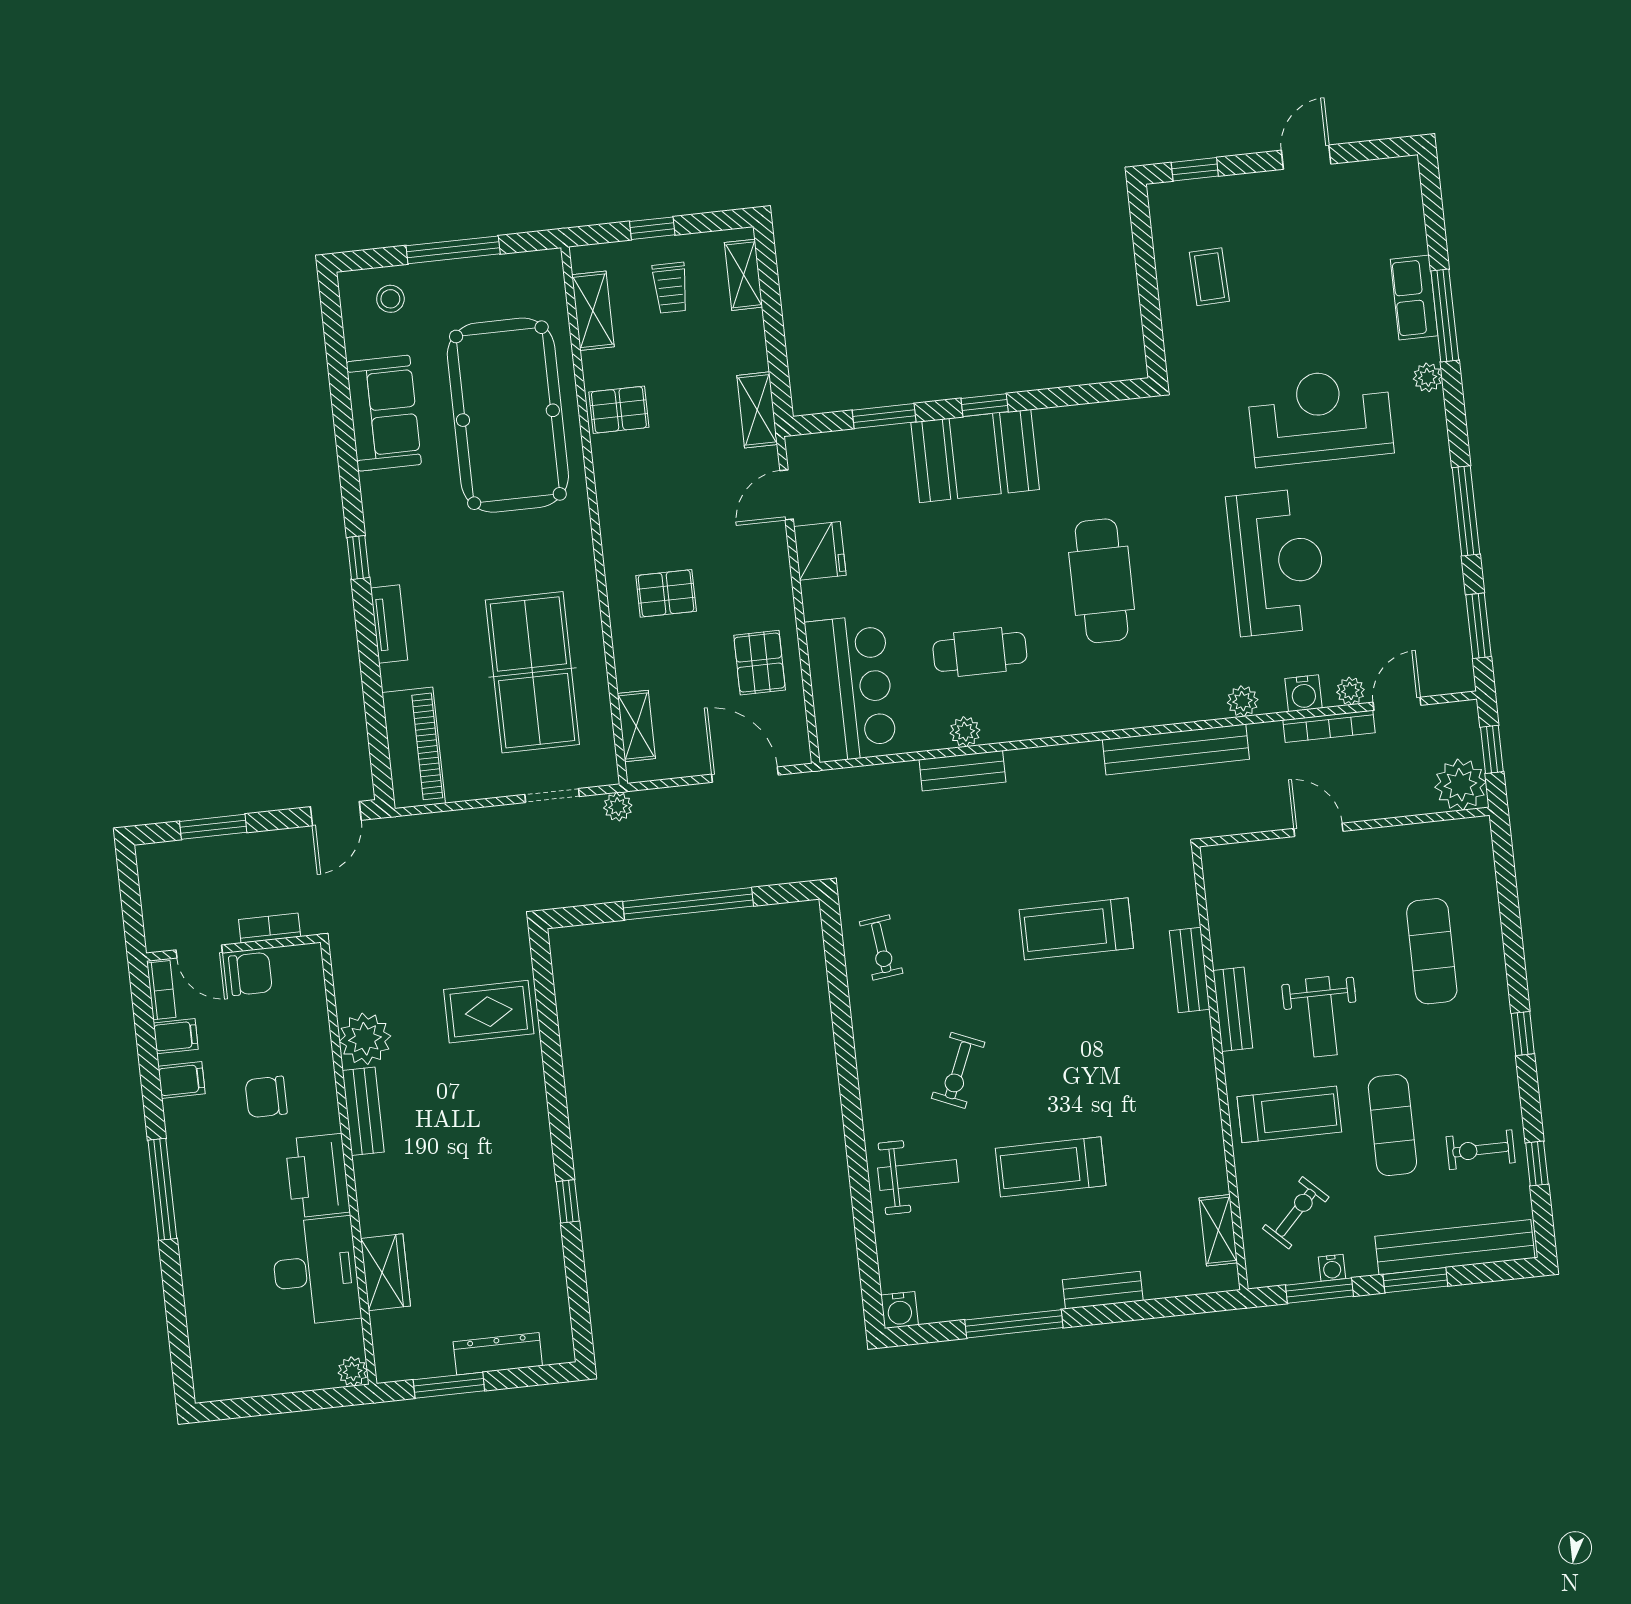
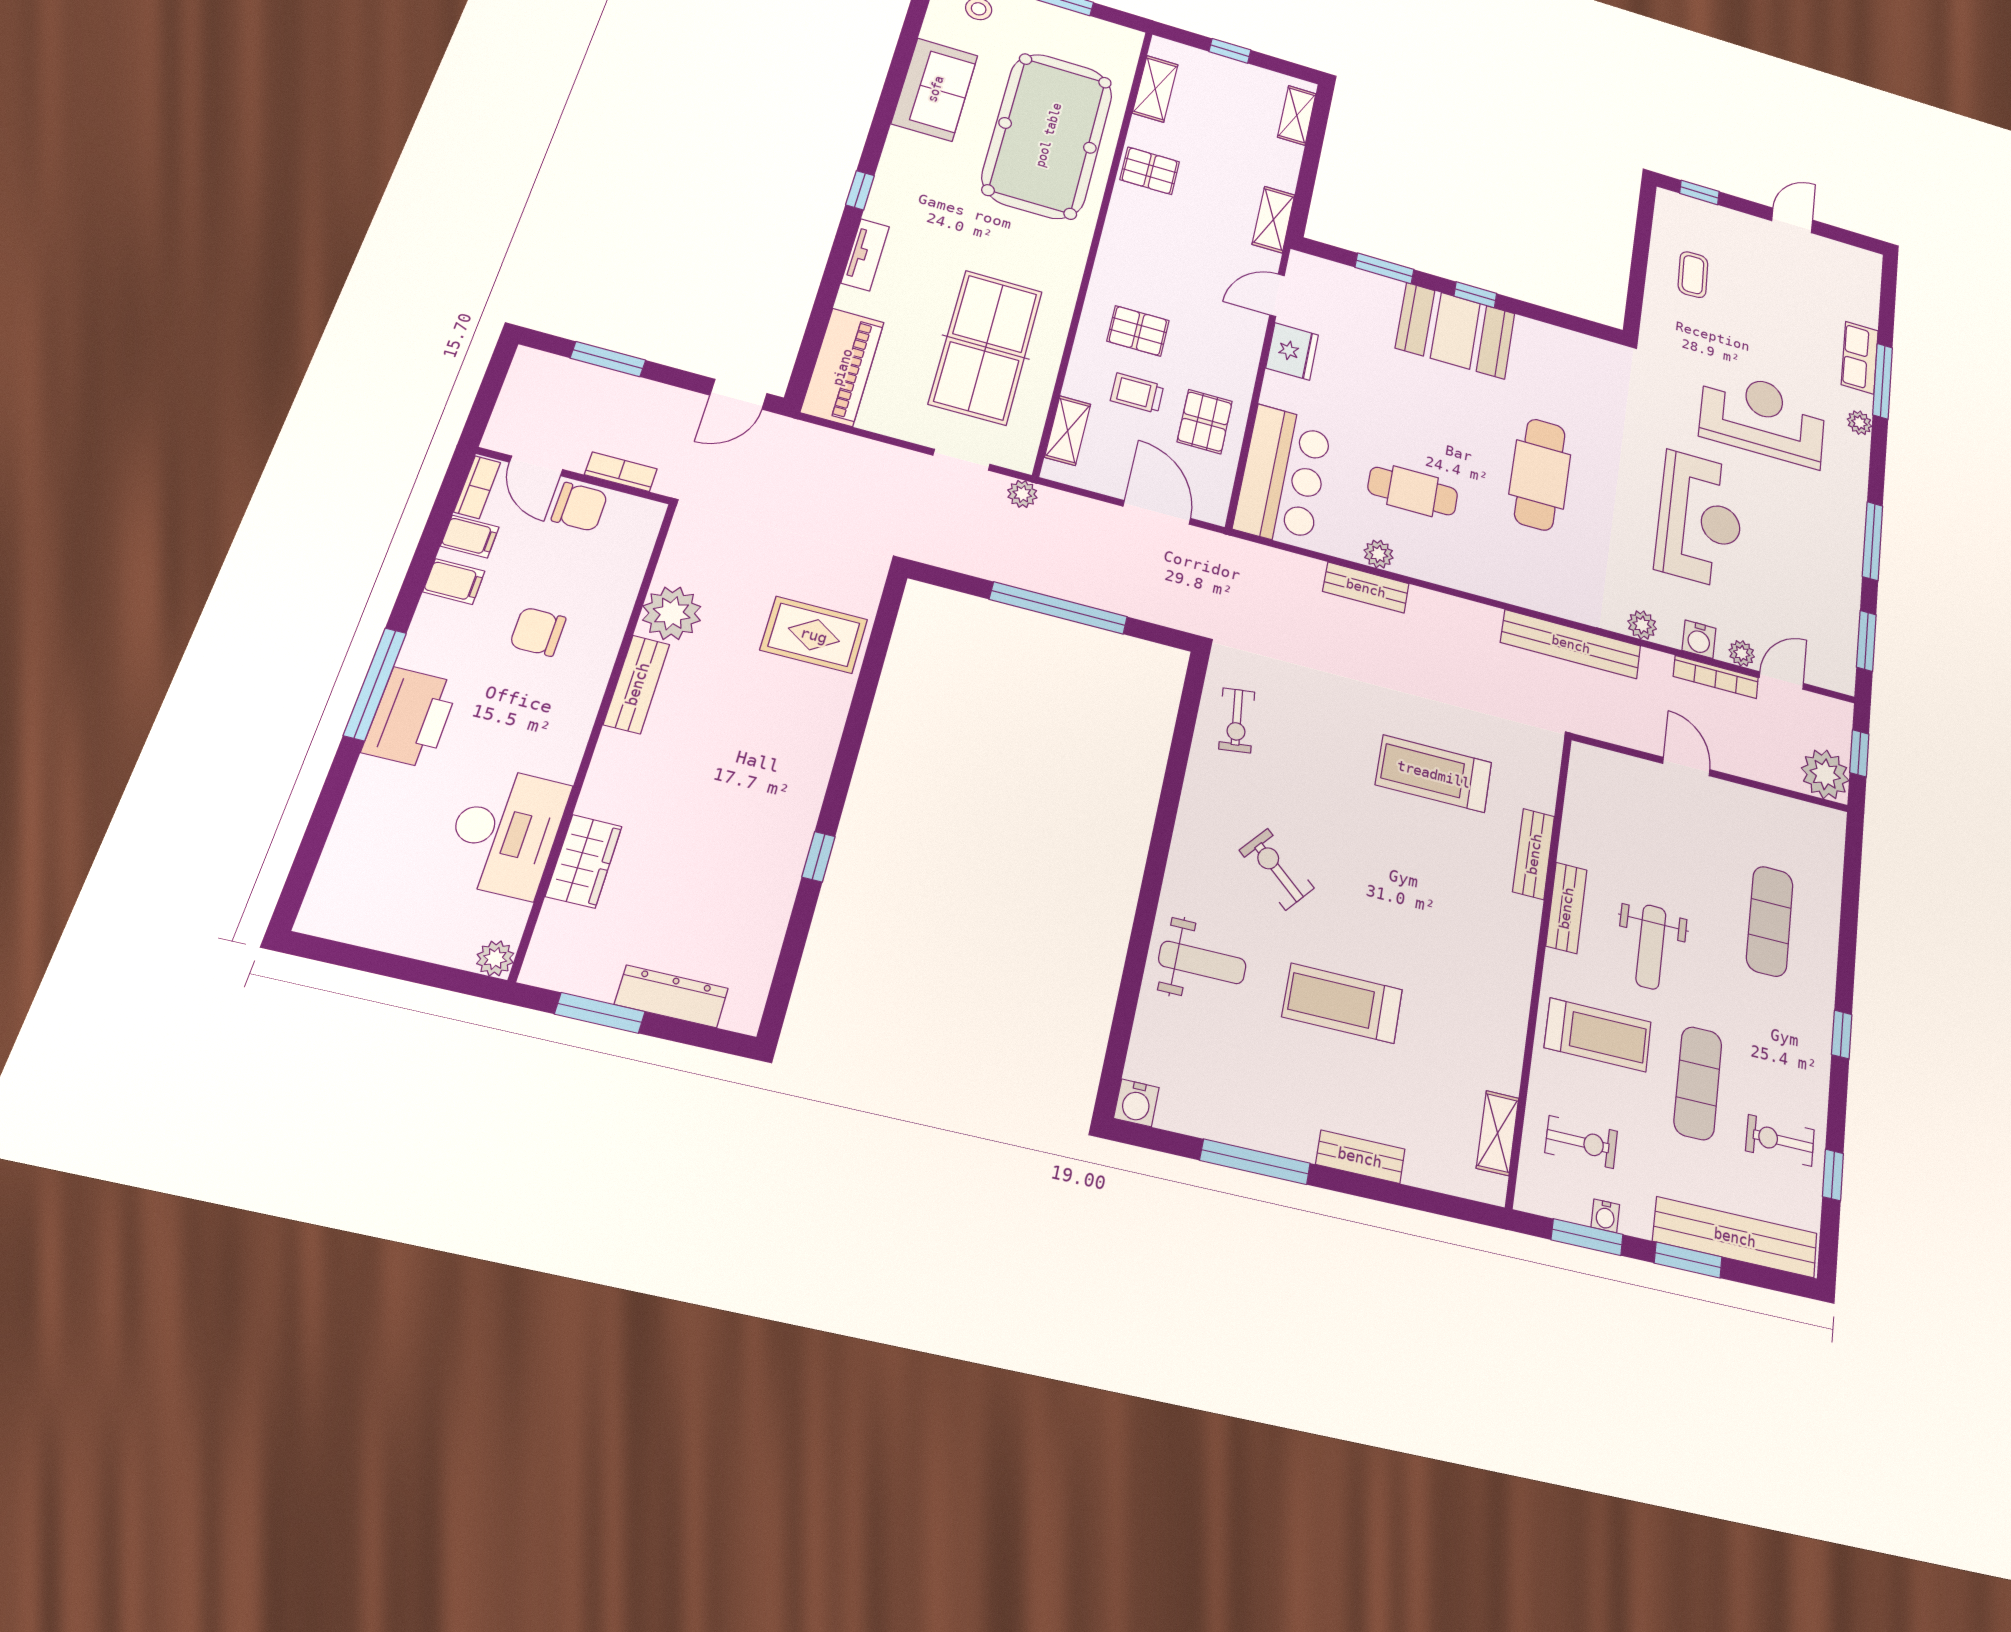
trolley: (670, 288) -> (1137, 393), moved, turned 90
exercise bike: (958, 1070) -> (1277, 869), turned 107
printer: (318, 1176) -> (411, 717), moved, turned 180
exercise bike: (1296, 1213) -> (1581, 1142), turned 46

